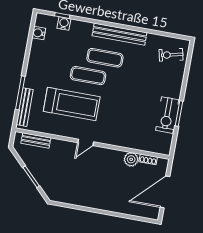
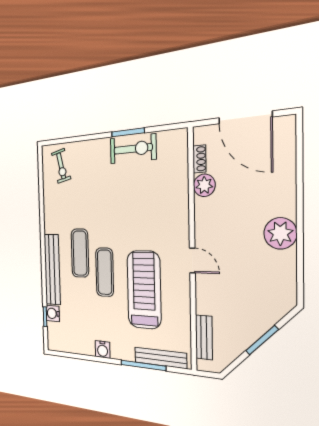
water cooler: (39, 33) -> (103, 349), moved
bench: (119, 34) -> (52, 269), moved
plant: (93, 199) -> (280, 233), added

